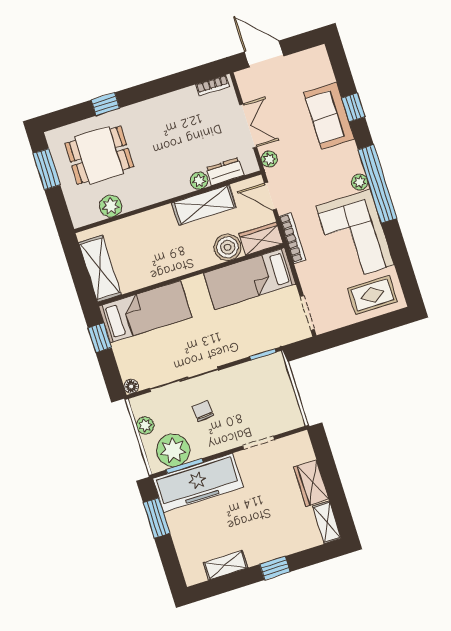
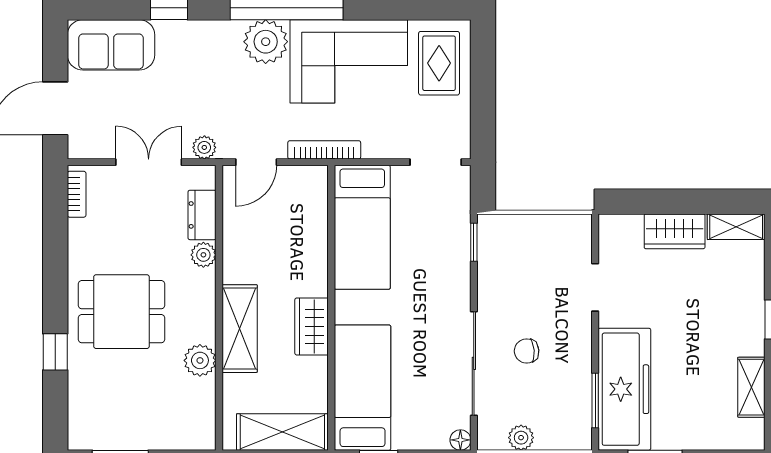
sofa: (329, 116) -> (111, 45), moved
dining table: (99, 155) -> (121, 312), moved, turned 90
plant: (360, 182) -> (266, 42), width x1.88, depth x1.88
shelving: (204, 205) -> (240, 329), moved
plant: (111, 206) -> (200, 360), moved
wardrobe: (261, 239) -> (312, 326), moved
boiler: (228, 247) -> (309, 244), removed
plant: (173, 450) -> (568, 410), removed

